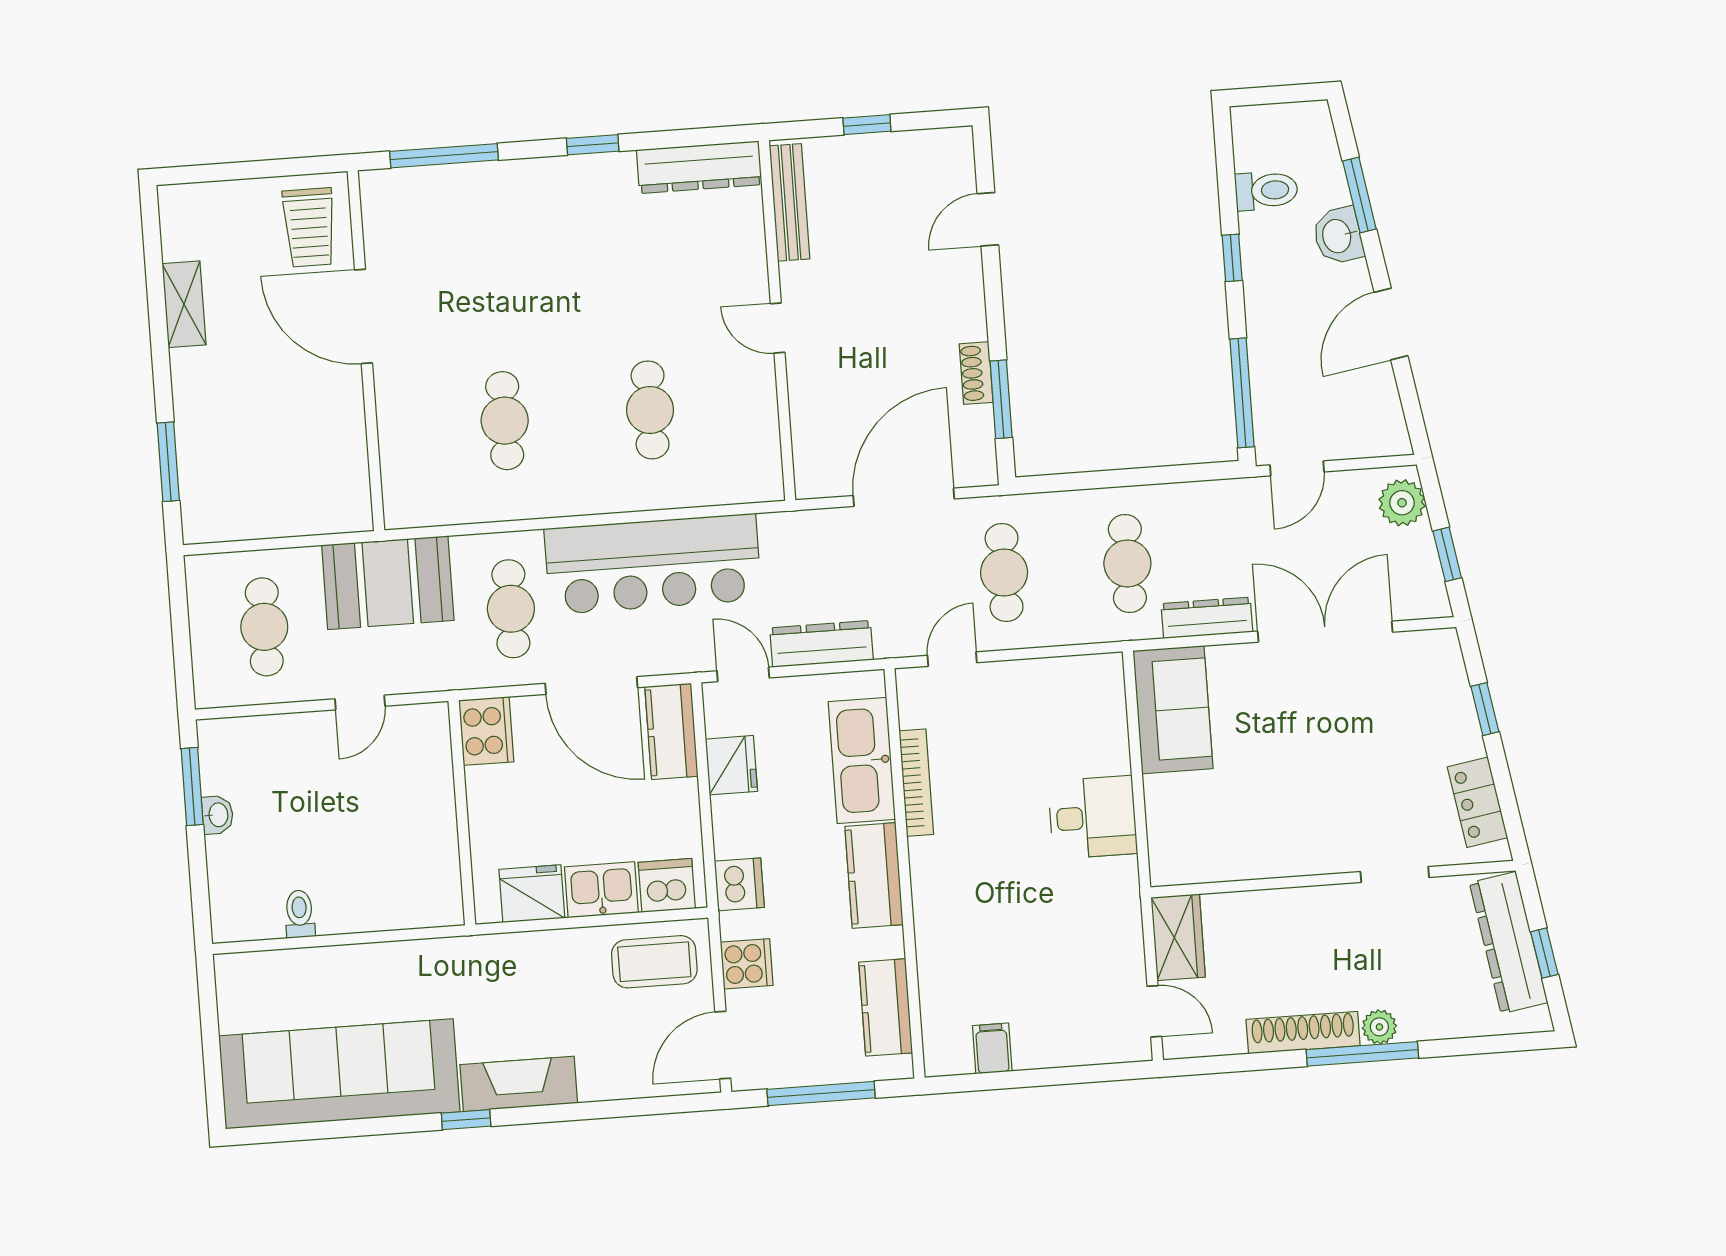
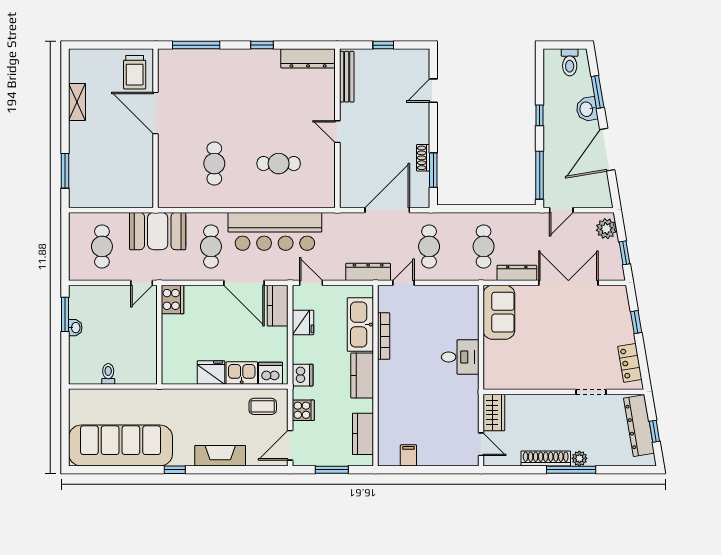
toilet: (1266, 190) -> (570, 62), moved, turned 90
door: (1391, 324) -> (607, 150), width x1.36
cafe table: (650, 410) -> (279, 164), turned 90
dresser: (821, 644) -> (368, 272), moved
cooker: (486, 731) -> (173, 299), moved
wall: (462, 813) -> (159, 335), moved
coffee table: (654, 962) -> (263, 406), width x0.73, depth x0.77
fireplace: (519, 1084) -> (220, 456), moved
window: (821, 1094) -> (332, 470), width x0.69

